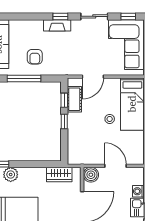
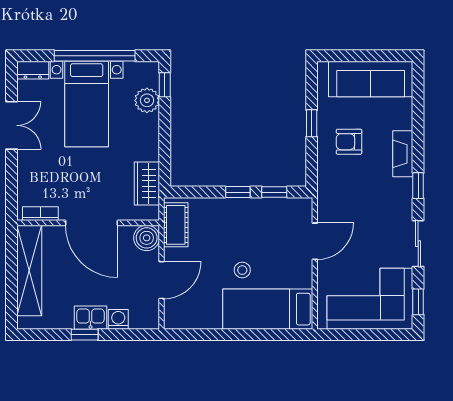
fireplace: (57, 25) -> (403, 154), moved
door: (93, 77) -> (315, 241), swing flipped
window: (24, 78) -> (312, 123), width x0.46
cot: (74, 99) -> (176, 225), moved, turned 90

